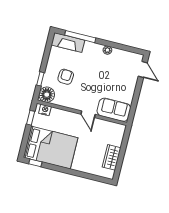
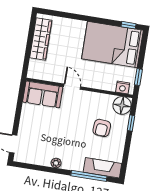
wardrobe: (112, 157) -> (41, 39), width x1.50

